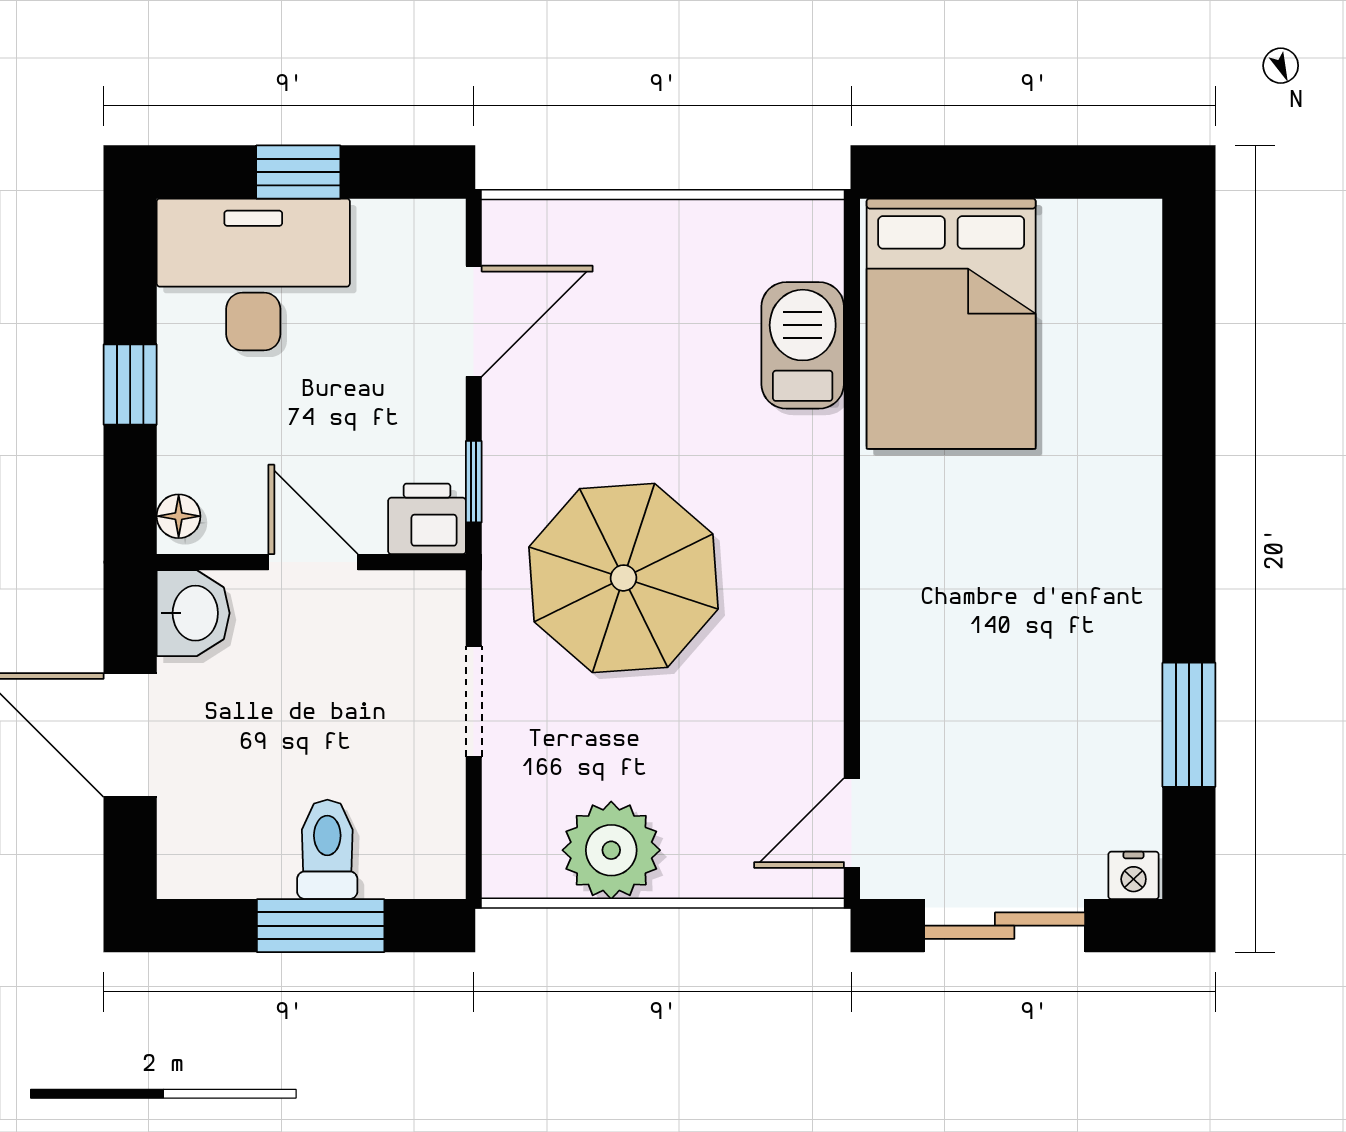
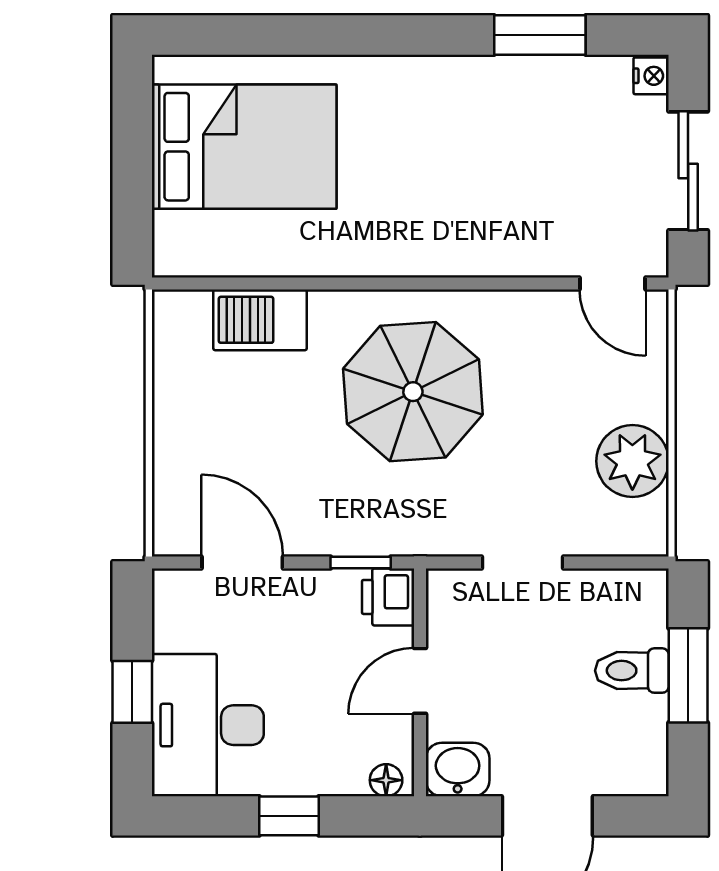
bed: (951, 324) -> (244, 147), moved
parasol: (624, 578) -> (413, 392), moved

